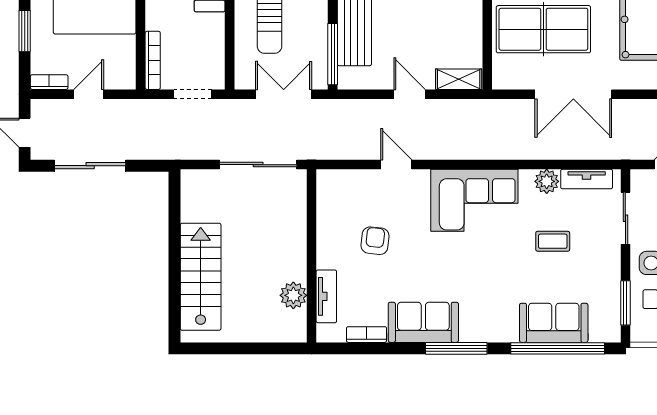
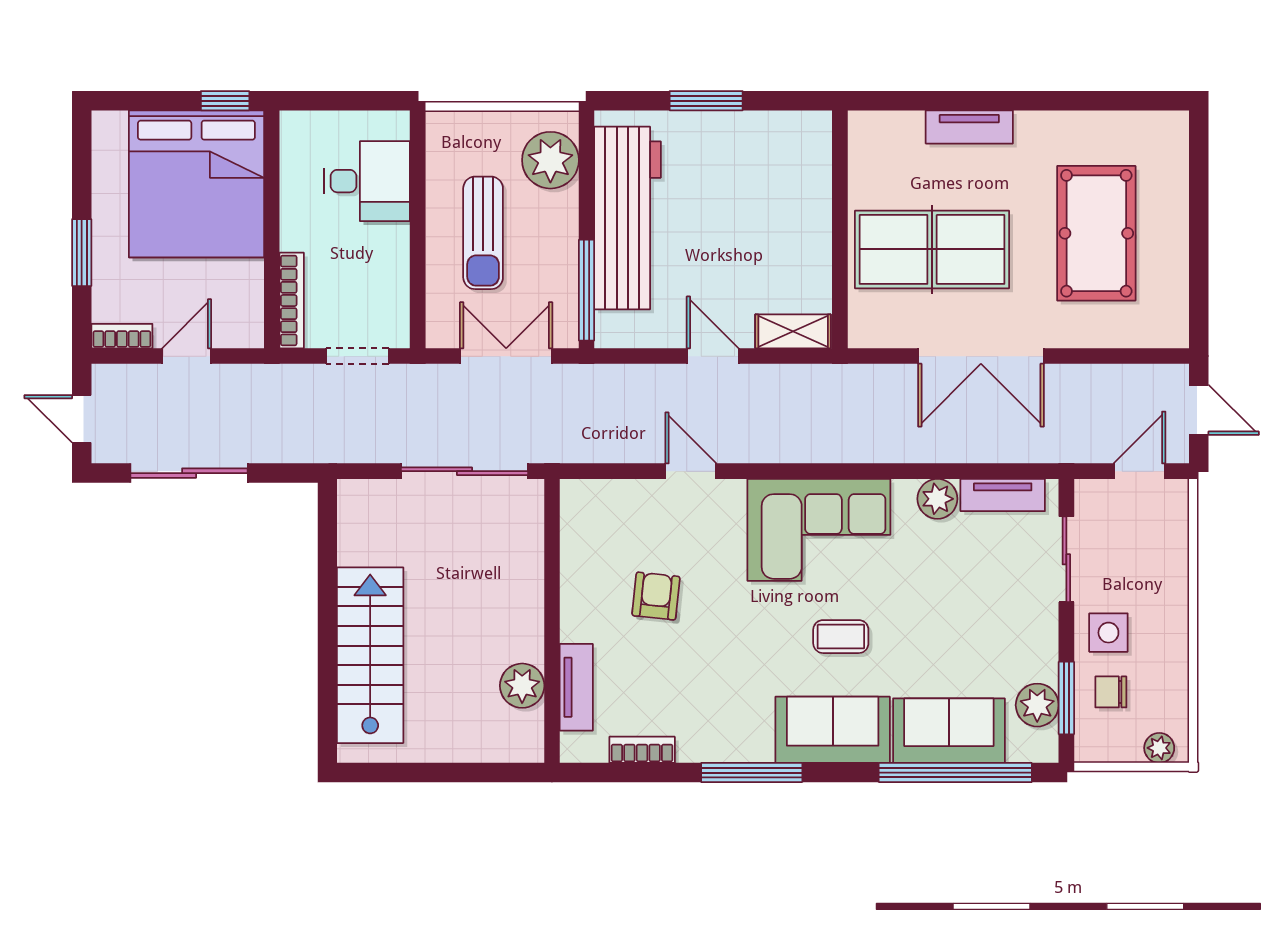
coffee table: (553, 241) -> (841, 637), moved
plant: (608, 307) -> (1037, 705), added
sofa: (423, 322) -> (833, 730), moved
window: (456, 348) -> (752, 773), moved

